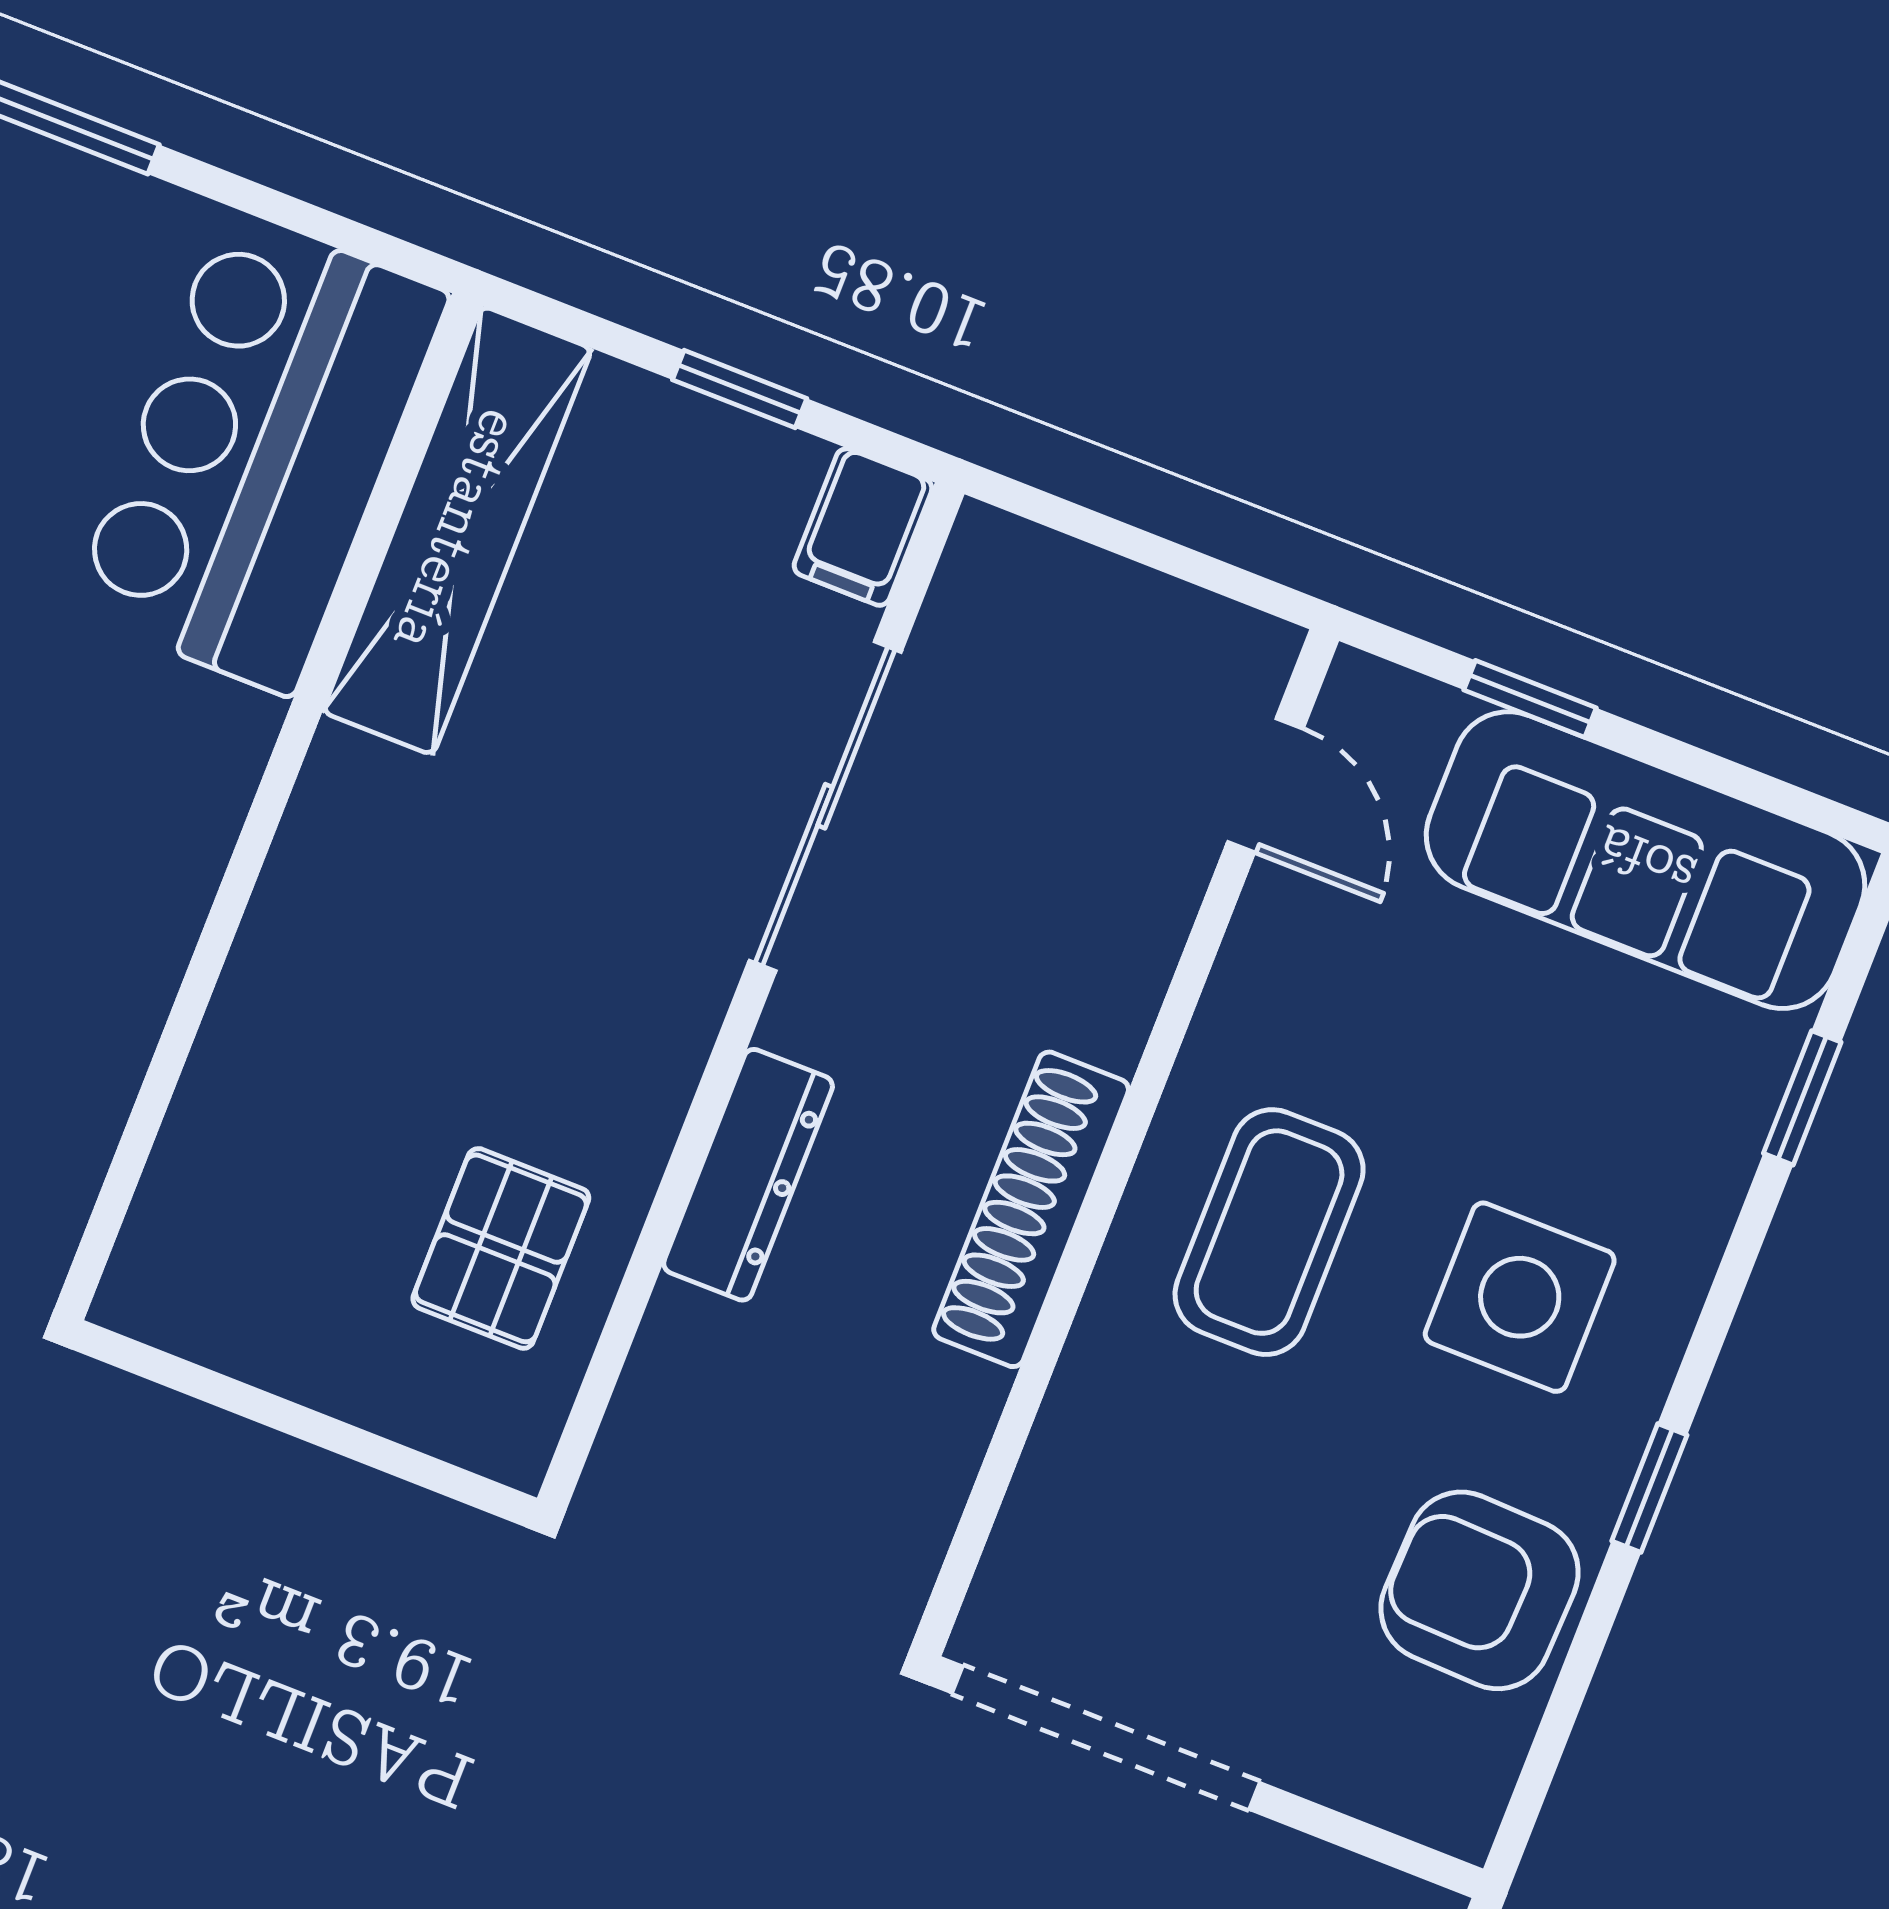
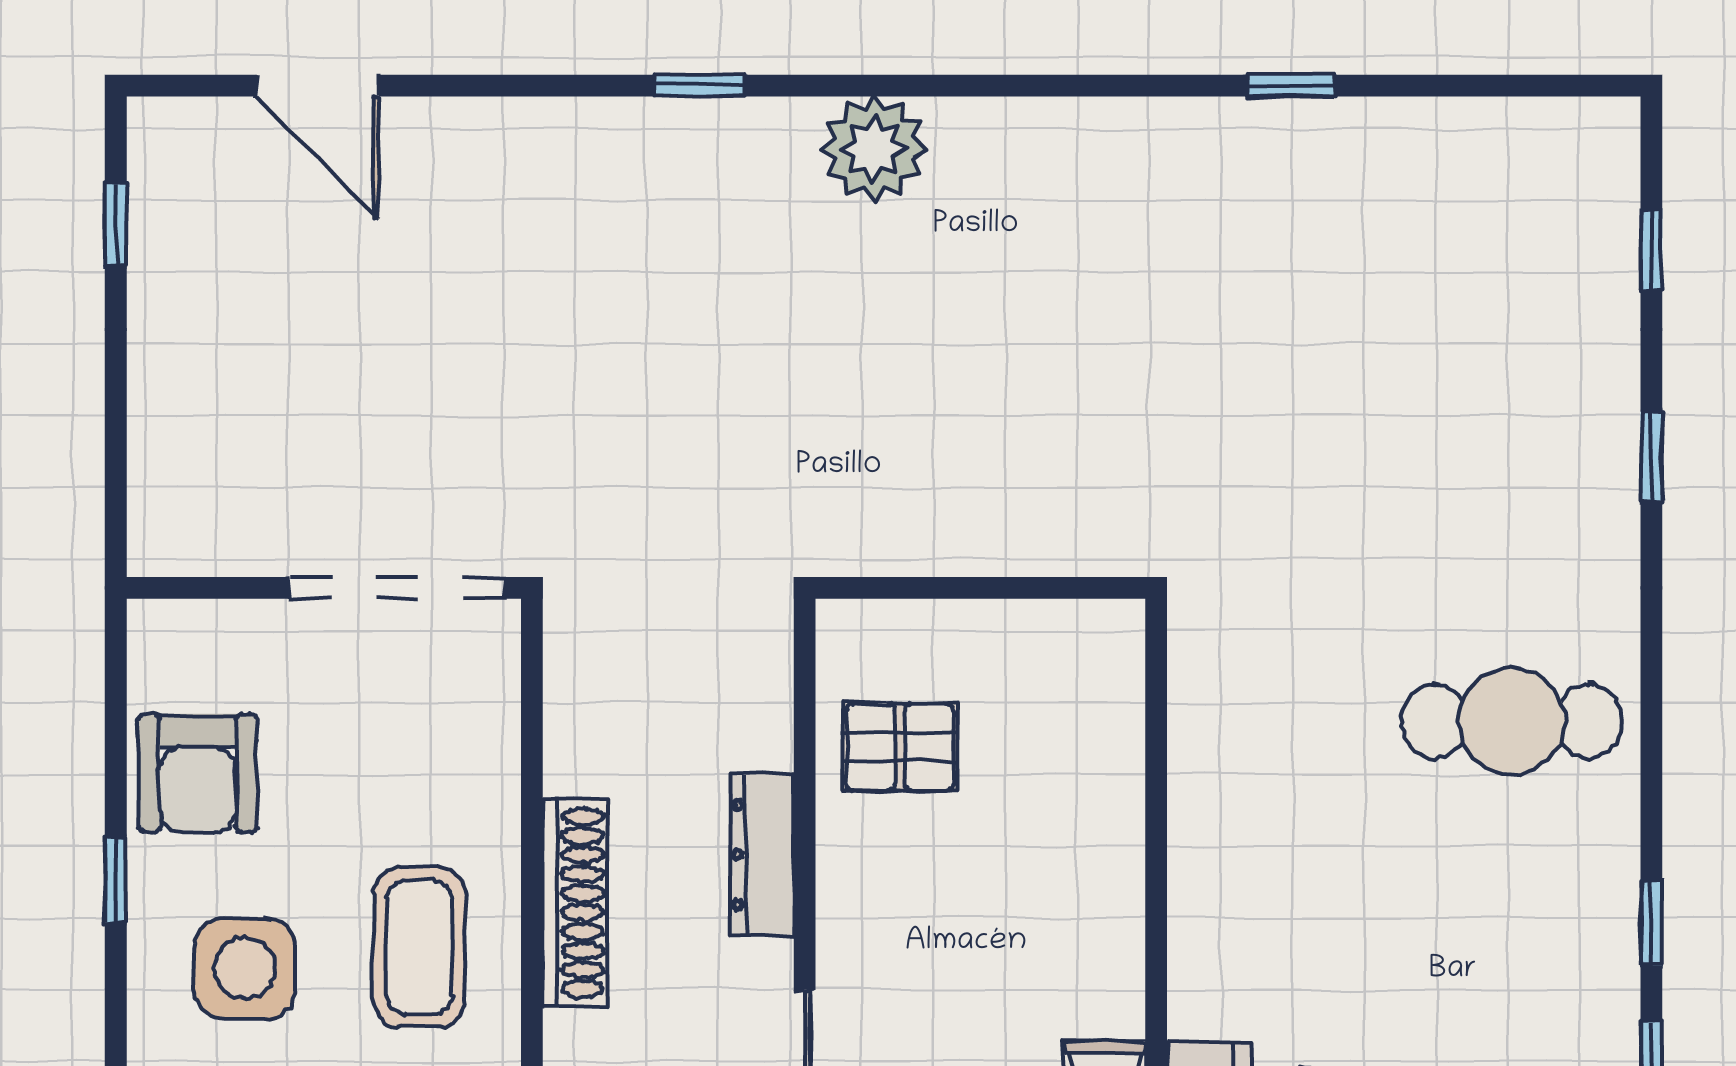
pallet: (501, 1248) -> (900, 747), turned 90
armchair: (1480, 1590) -> (198, 773), turned 88

